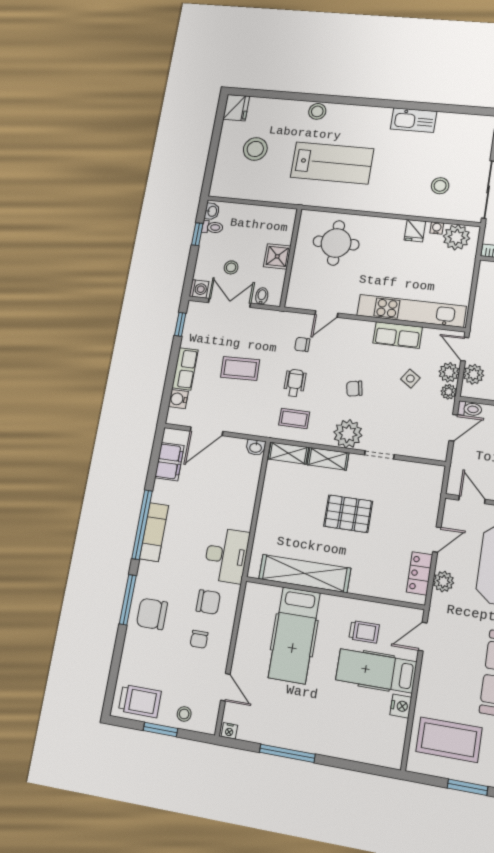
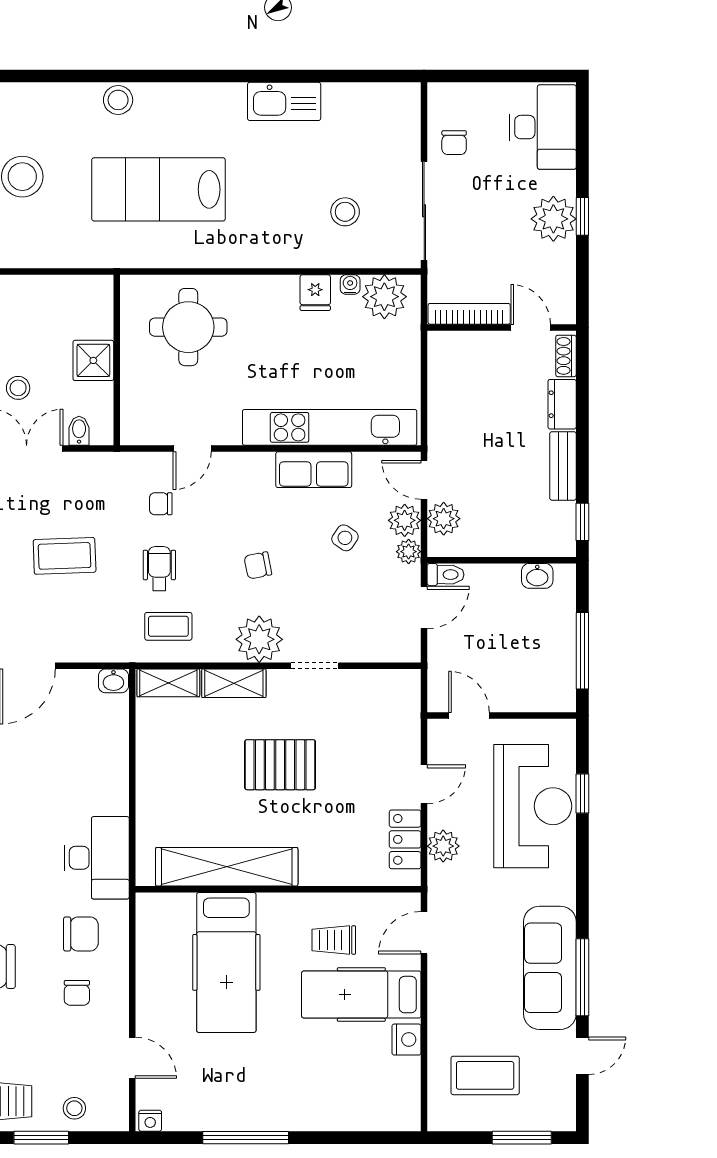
lab bench: (332, 163) -> (158, 189), turned 180
trolley: (364, 632) -> (334, 940), turned 180
coffee table: (449, 740) -> (485, 1075), width x0.73, depth x0.76

